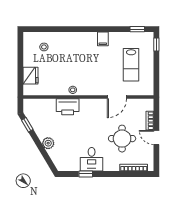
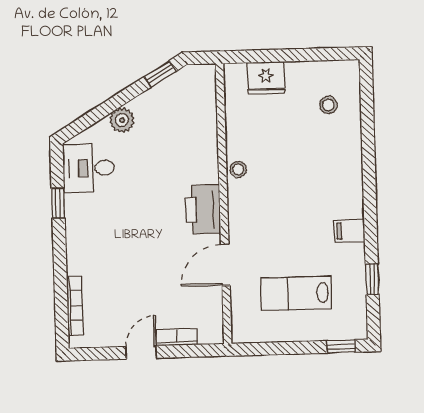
window: (137, 29) -> (372, 279), moved
door: (117, 97) -> (225, 265), hinge flipped
printer: (68, 107) -> (203, 209), moved
round table: (122, 139) -> (137, 279), removed
desk: (92, 159) -> (89, 168), moved

